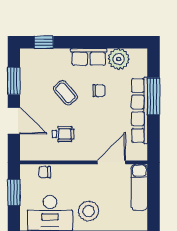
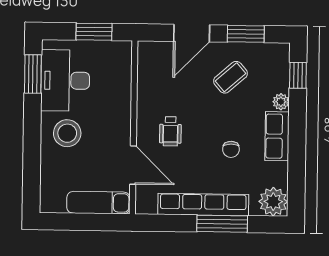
plant: (63, 54) -> (281, 102), added
plant: (119, 59) -> (273, 202), moved
coffee table: (65, 93) -> (230, 77), moved
wheelchair: (63, 134) -> (170, 131), moved
chair: (45, 172) -> (121, 74), removed

